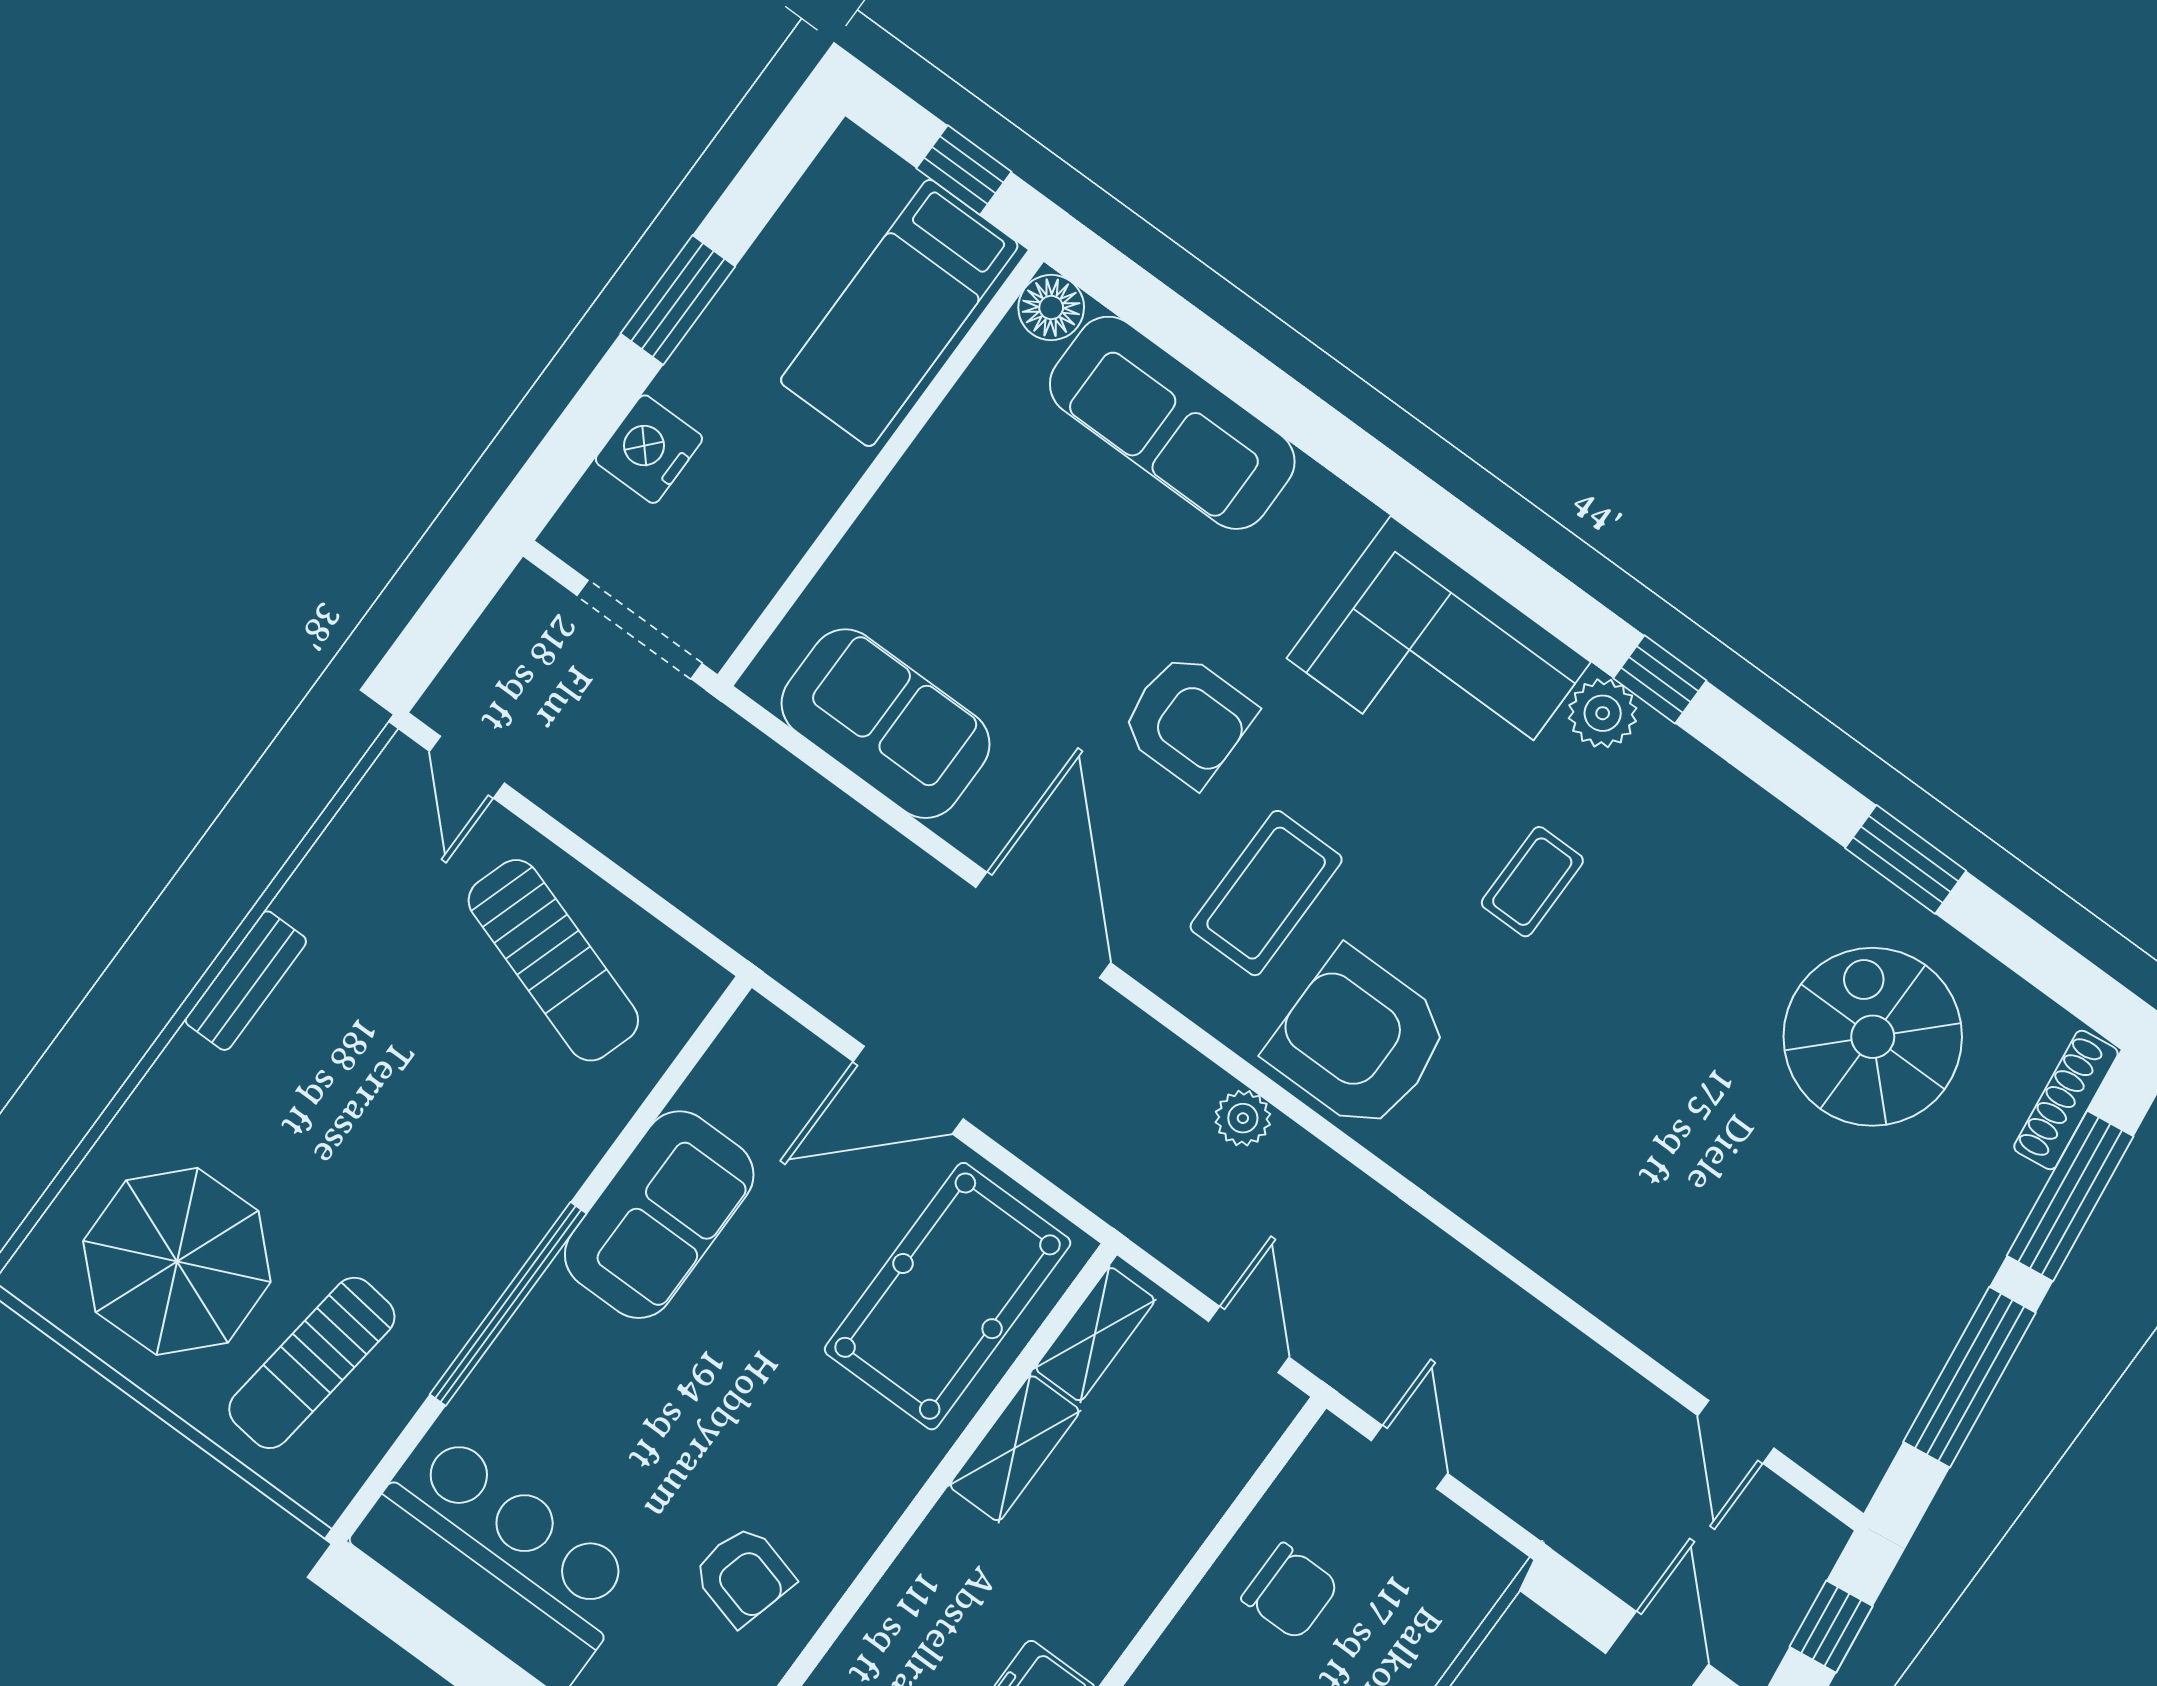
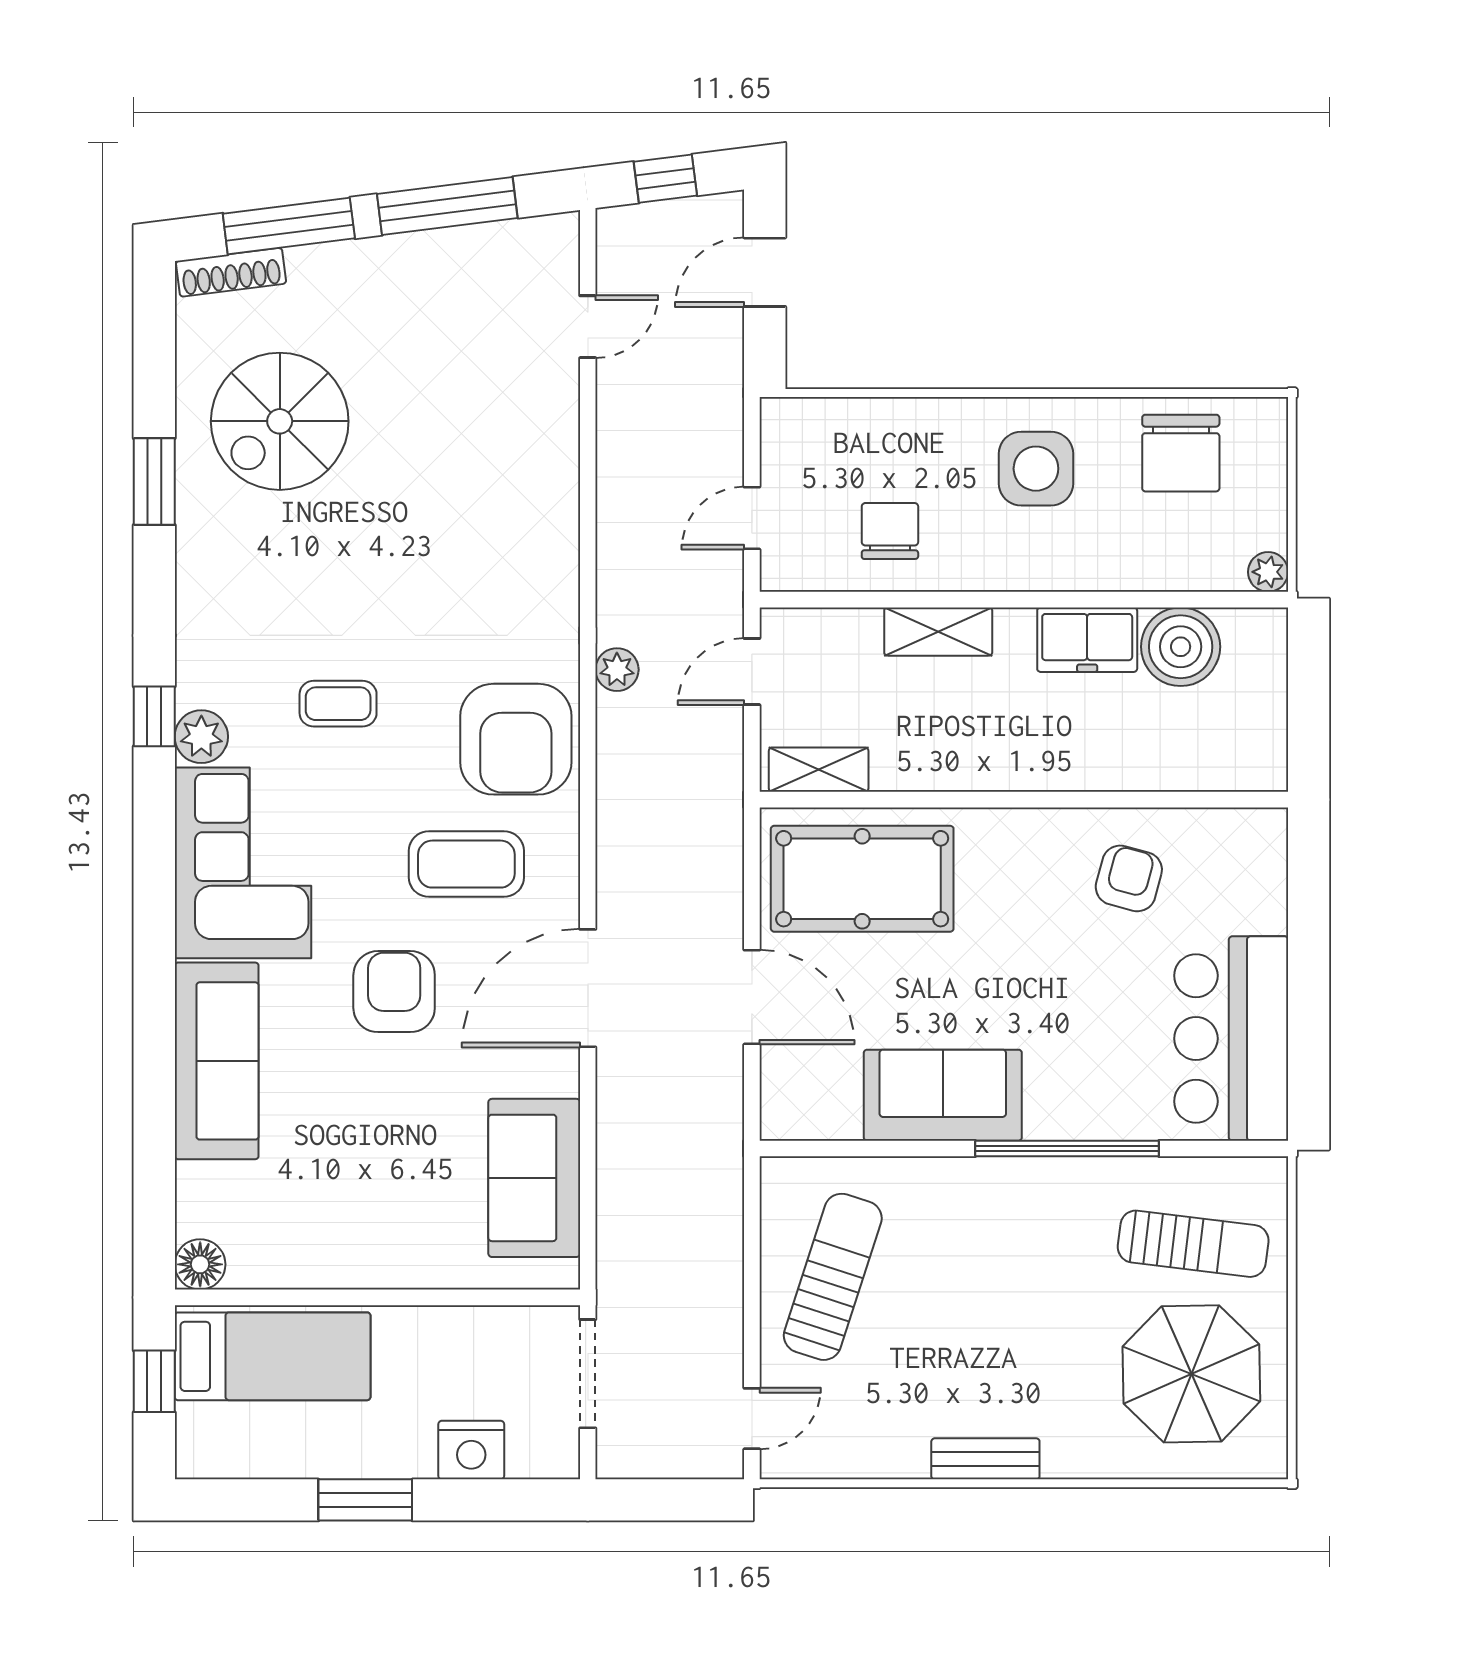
sofa: (1172, 423) -> (217, 1061), moved
plant: (1243, 1118) -> (617, 670), moved
shelving: (1015, 1448) -> (938, 632), moved

